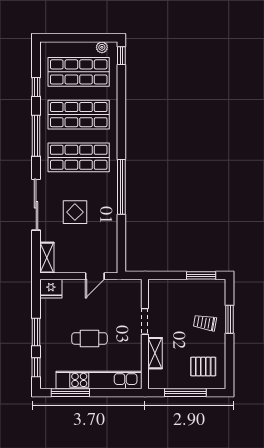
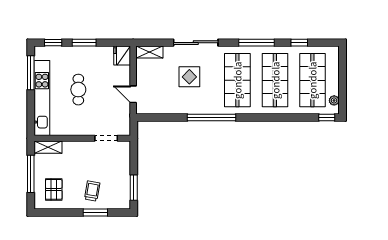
doorway: (145, 321) -> (106, 138), moved
shelving: (155, 353) -> (48, 147), moved

